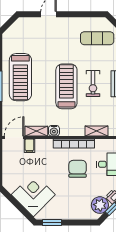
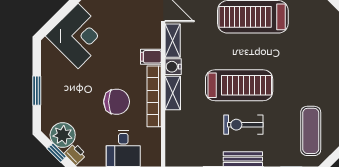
shelving: (96, 131) -> (173, 93), moved
filing cabinet: (29, 146) -> (151, 57), moved
window: (52, 222) -> (37, 91), moved

